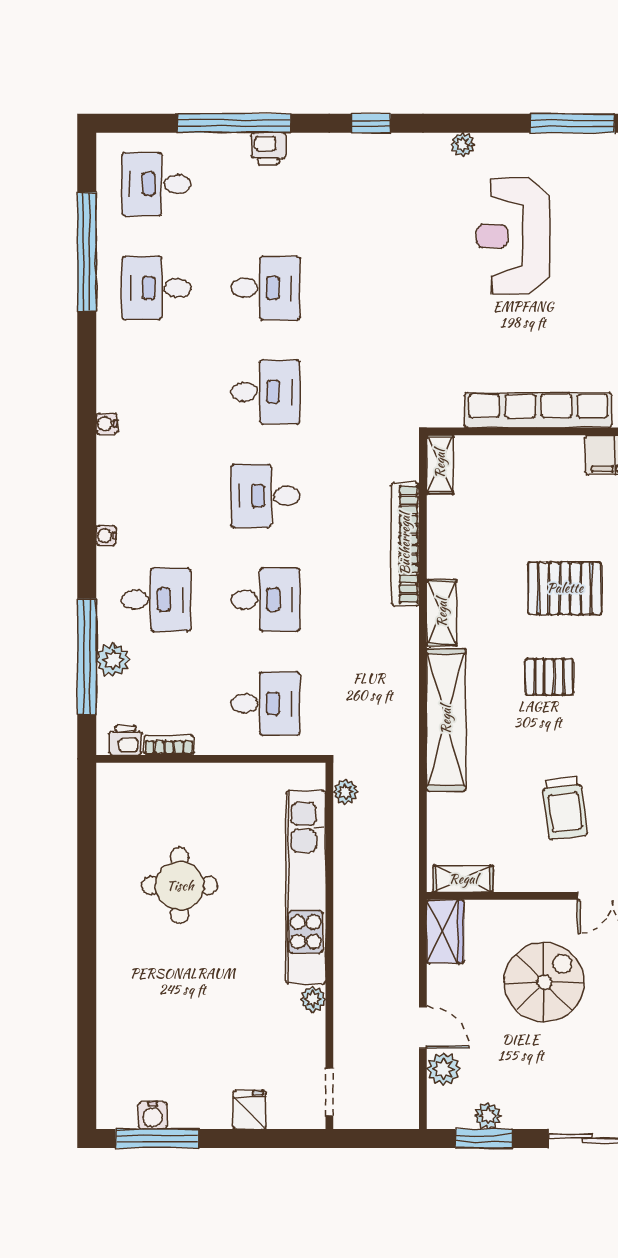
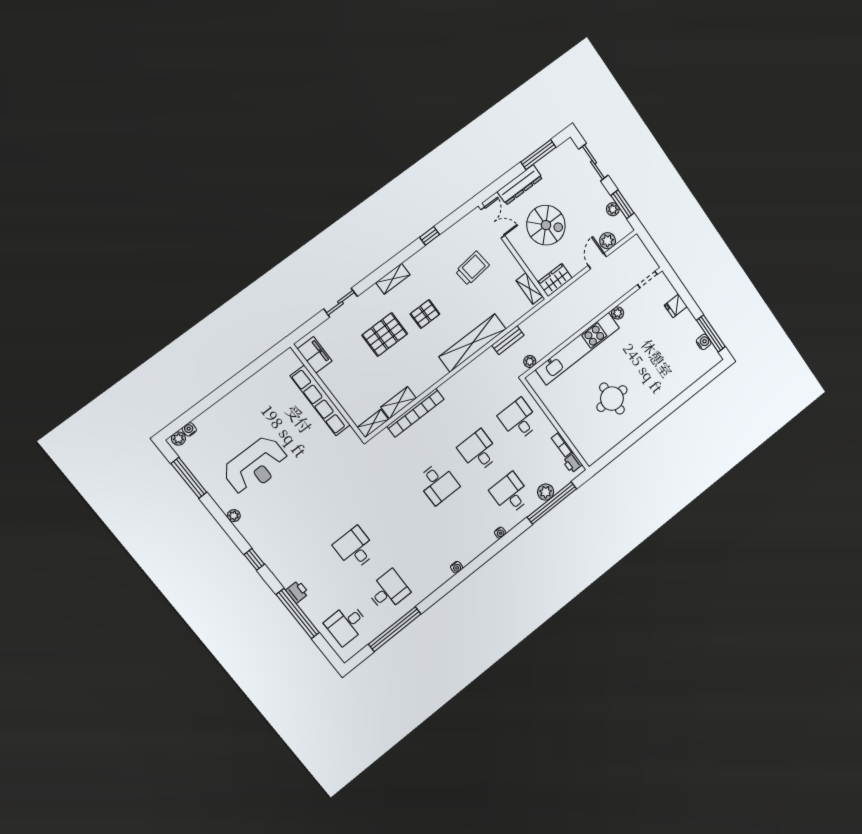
desk: (156, 184) -> (347, 624), turned 90
desk: (156, 288) -> (388, 591), turned -90
desk: (265, 392) -> (397, 516), removed
pallet: (565, 588) -> (385, 334), turned 90
shelving: (442, 613) -> (399, 403), moved
pallet: (549, 677) -> (425, 314), turned 90
bench: (407, 781) -> (508, 340), added
spiral stairs: (544, 982) -> (546, 225), turned 180

